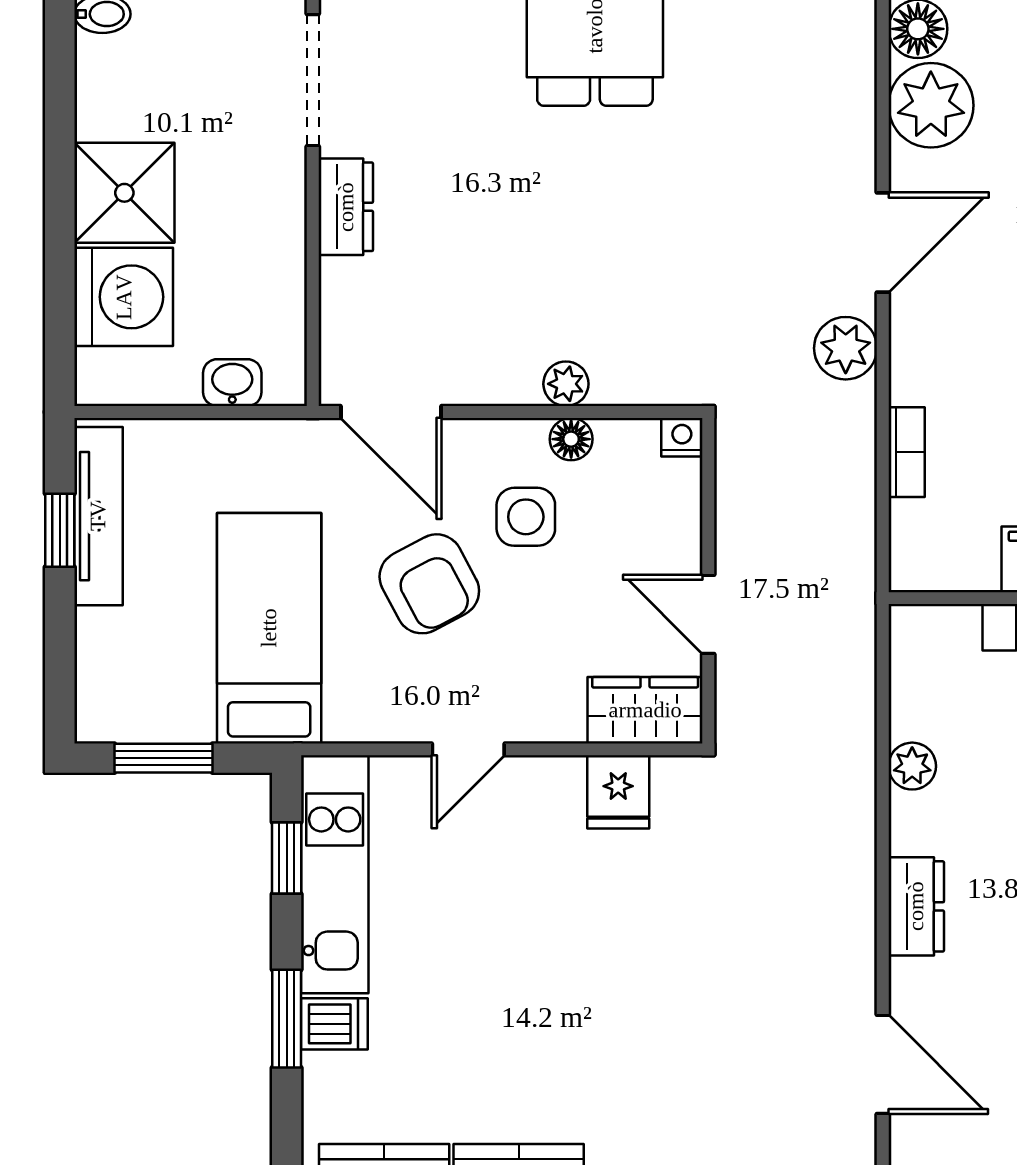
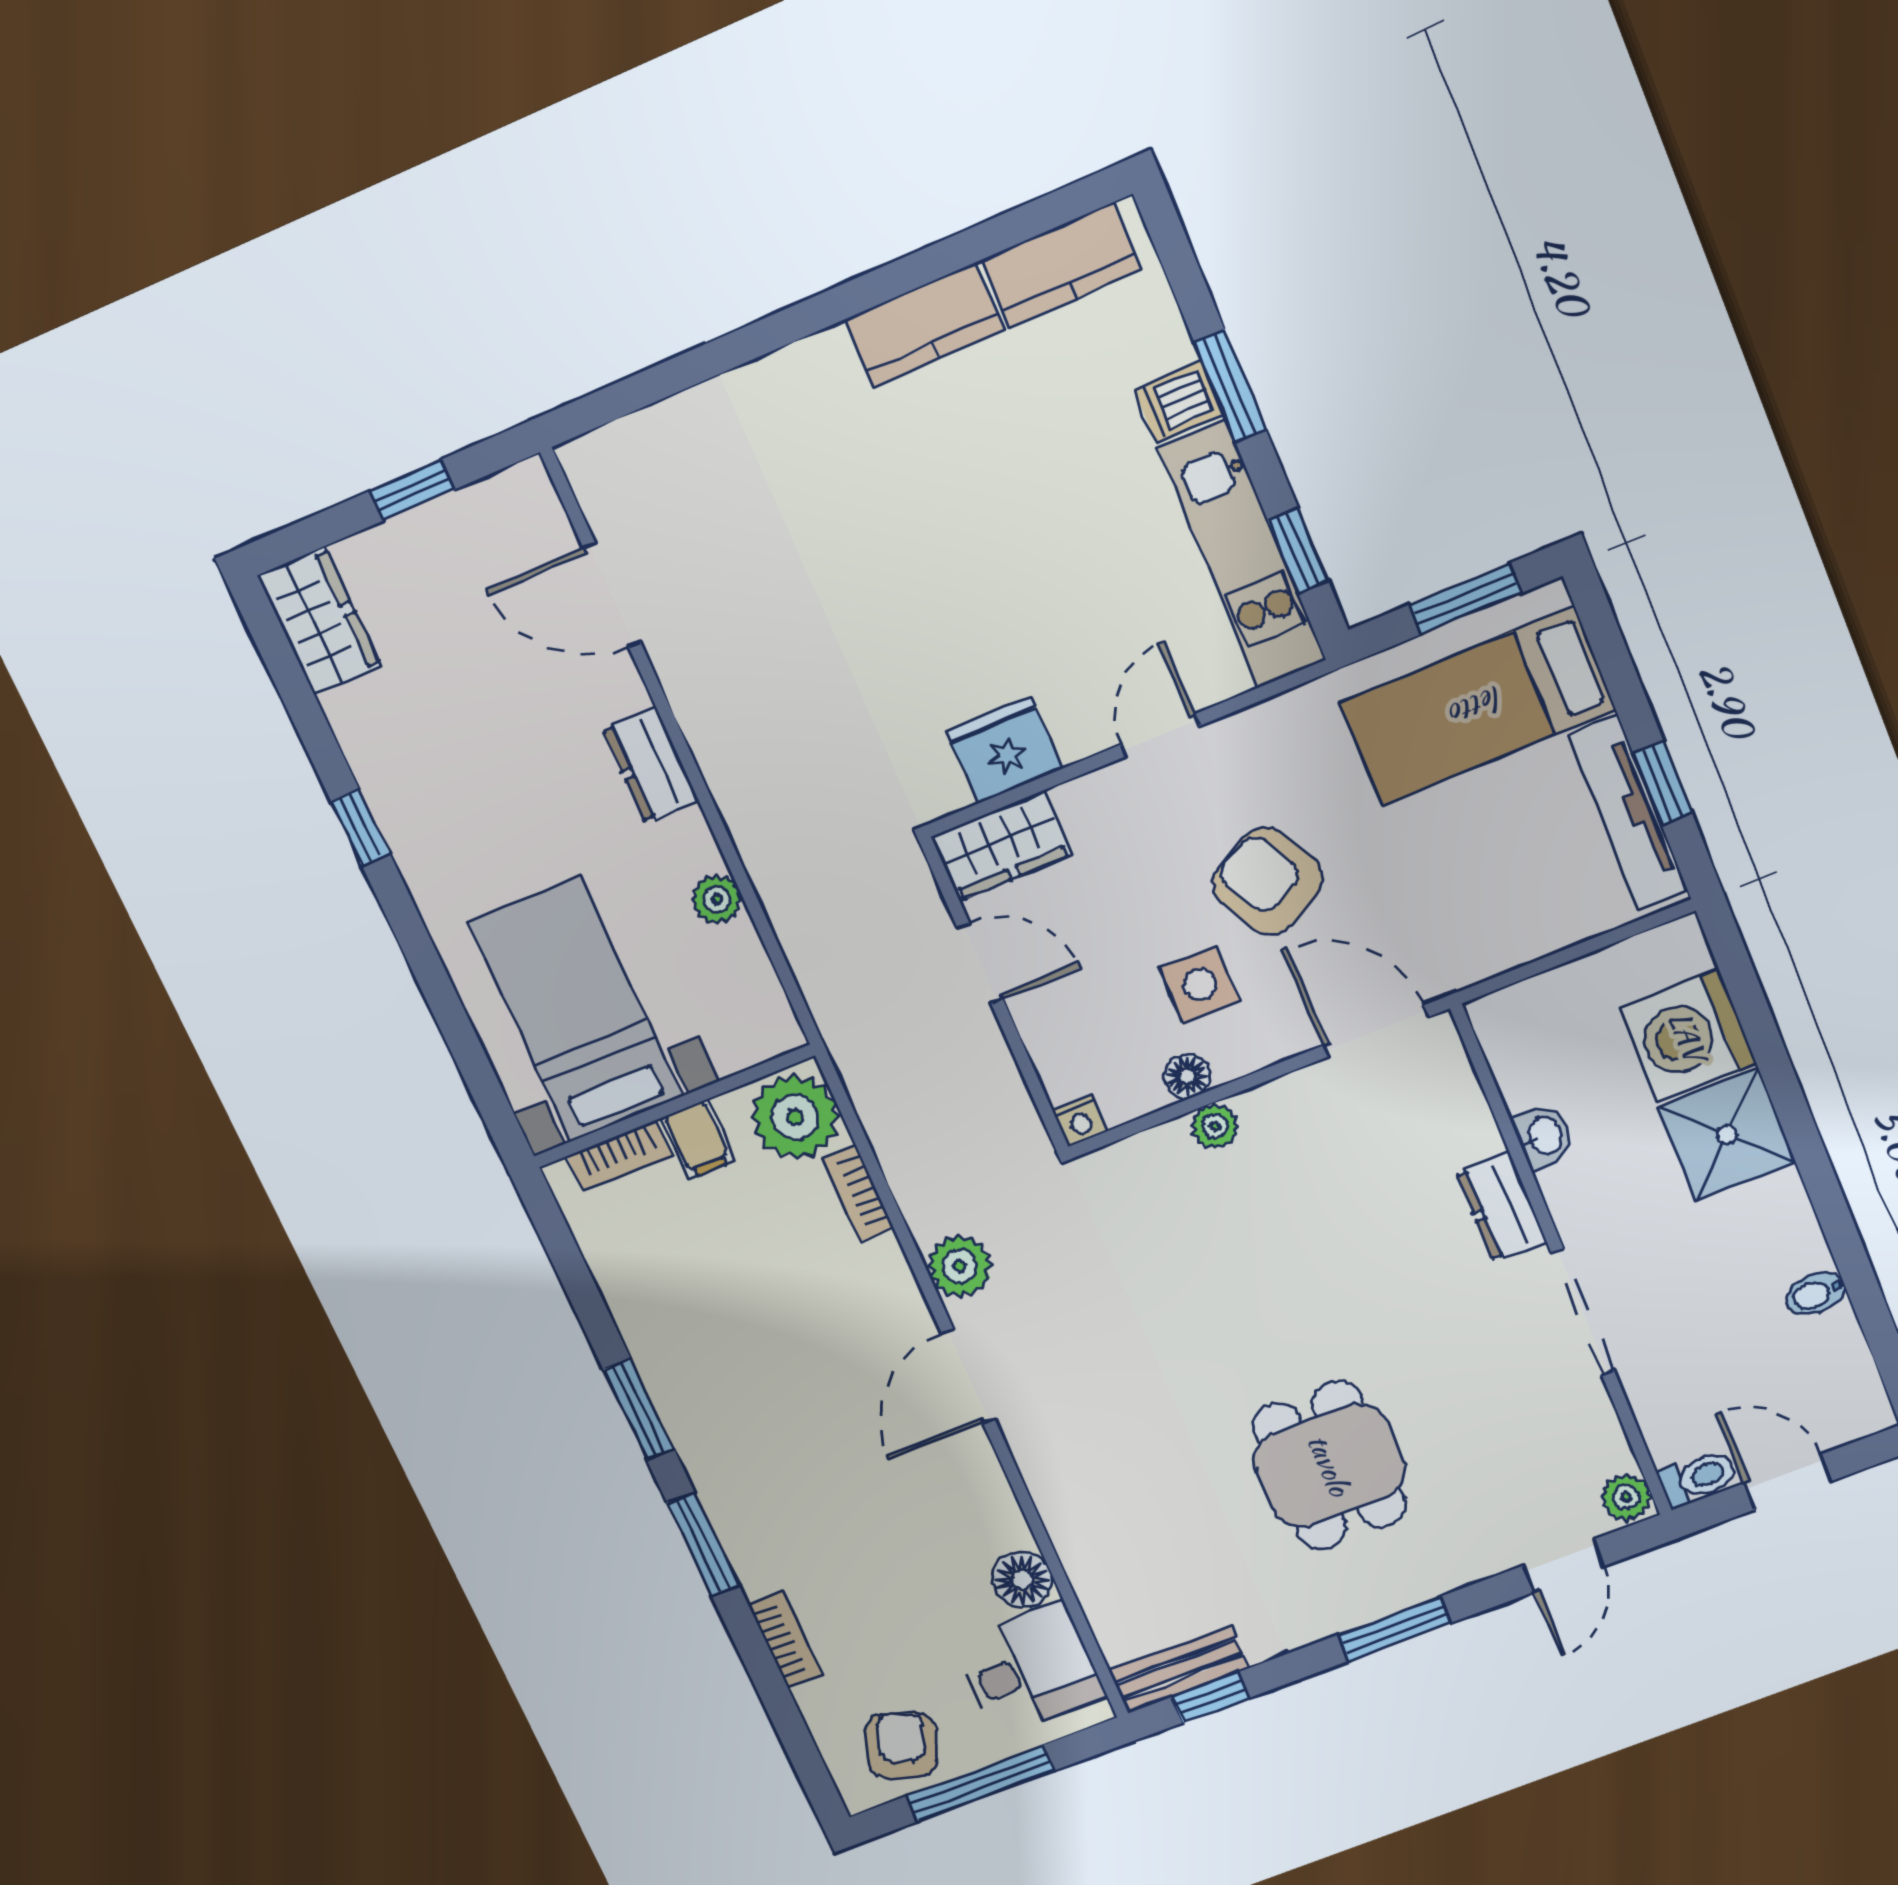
plant: (931, 105) -> (795, 1117), moved
washbasin: (232, 383) -> (1544, 1136), moved, turned -90
bed: (269, 628) -> (1477, 706), moved, turned 90
fridge: (618, 792) -> (1005, 750), width x1.38

